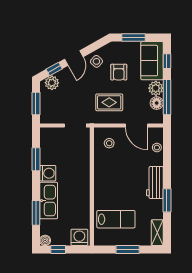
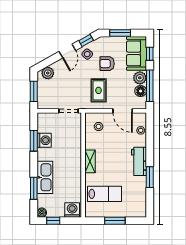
window: (54, 69) -> (86, 41), moved
armchair: (119, 72) -> (107, 64), turned 90
rug: (109, 102) -> (99, 90), turned 90
washing machine: (48, 173) -> (44, 140), moved
shelving: (157, 233) -> (90, 161), moved

